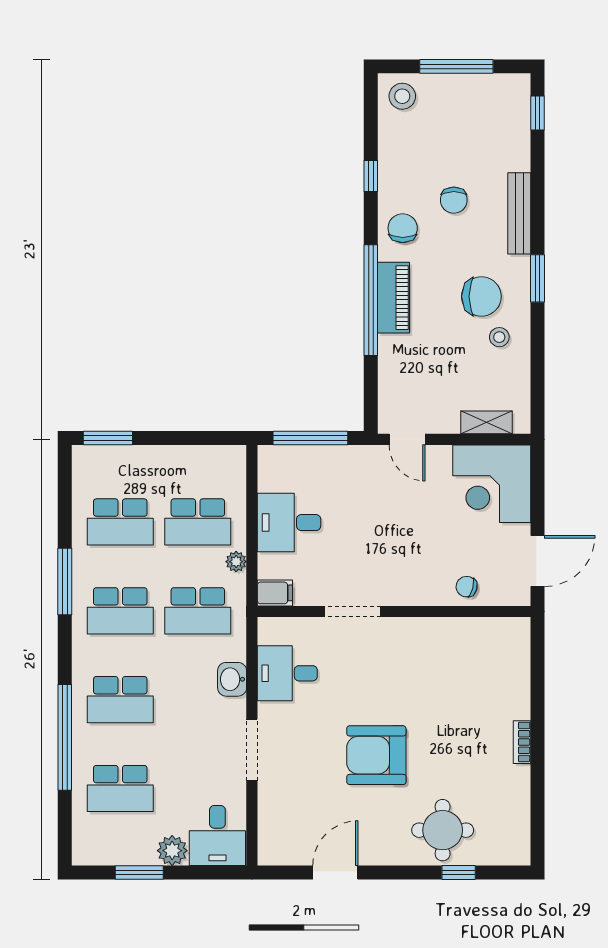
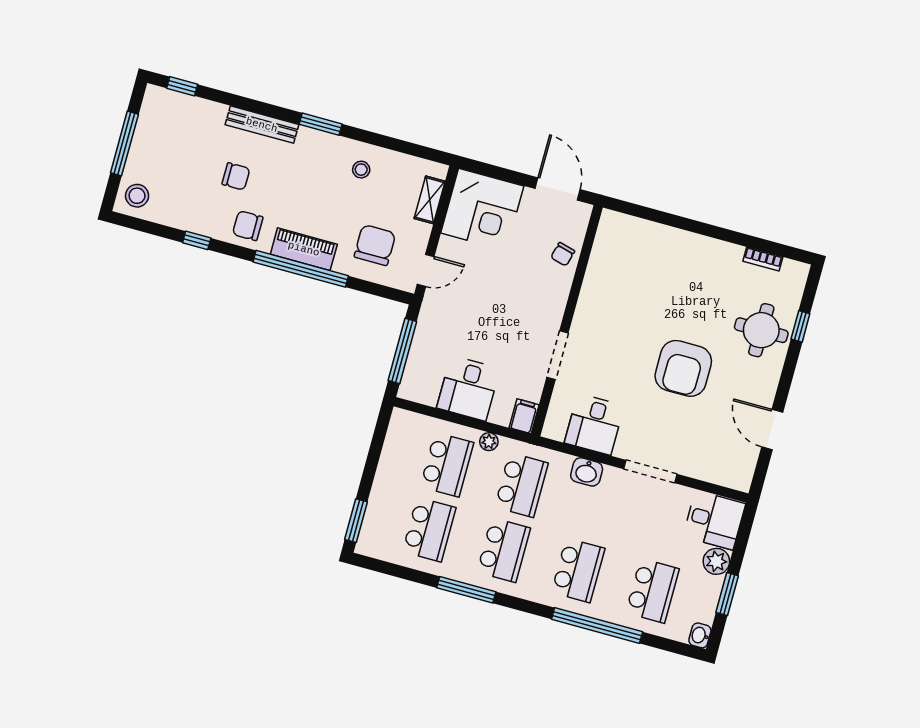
chair: (481, 296) -> (375, 245), moved
bookcase: (522, 742) -> (763, 259), moved
washbasin: (85, 855) -> (700, 635), added

